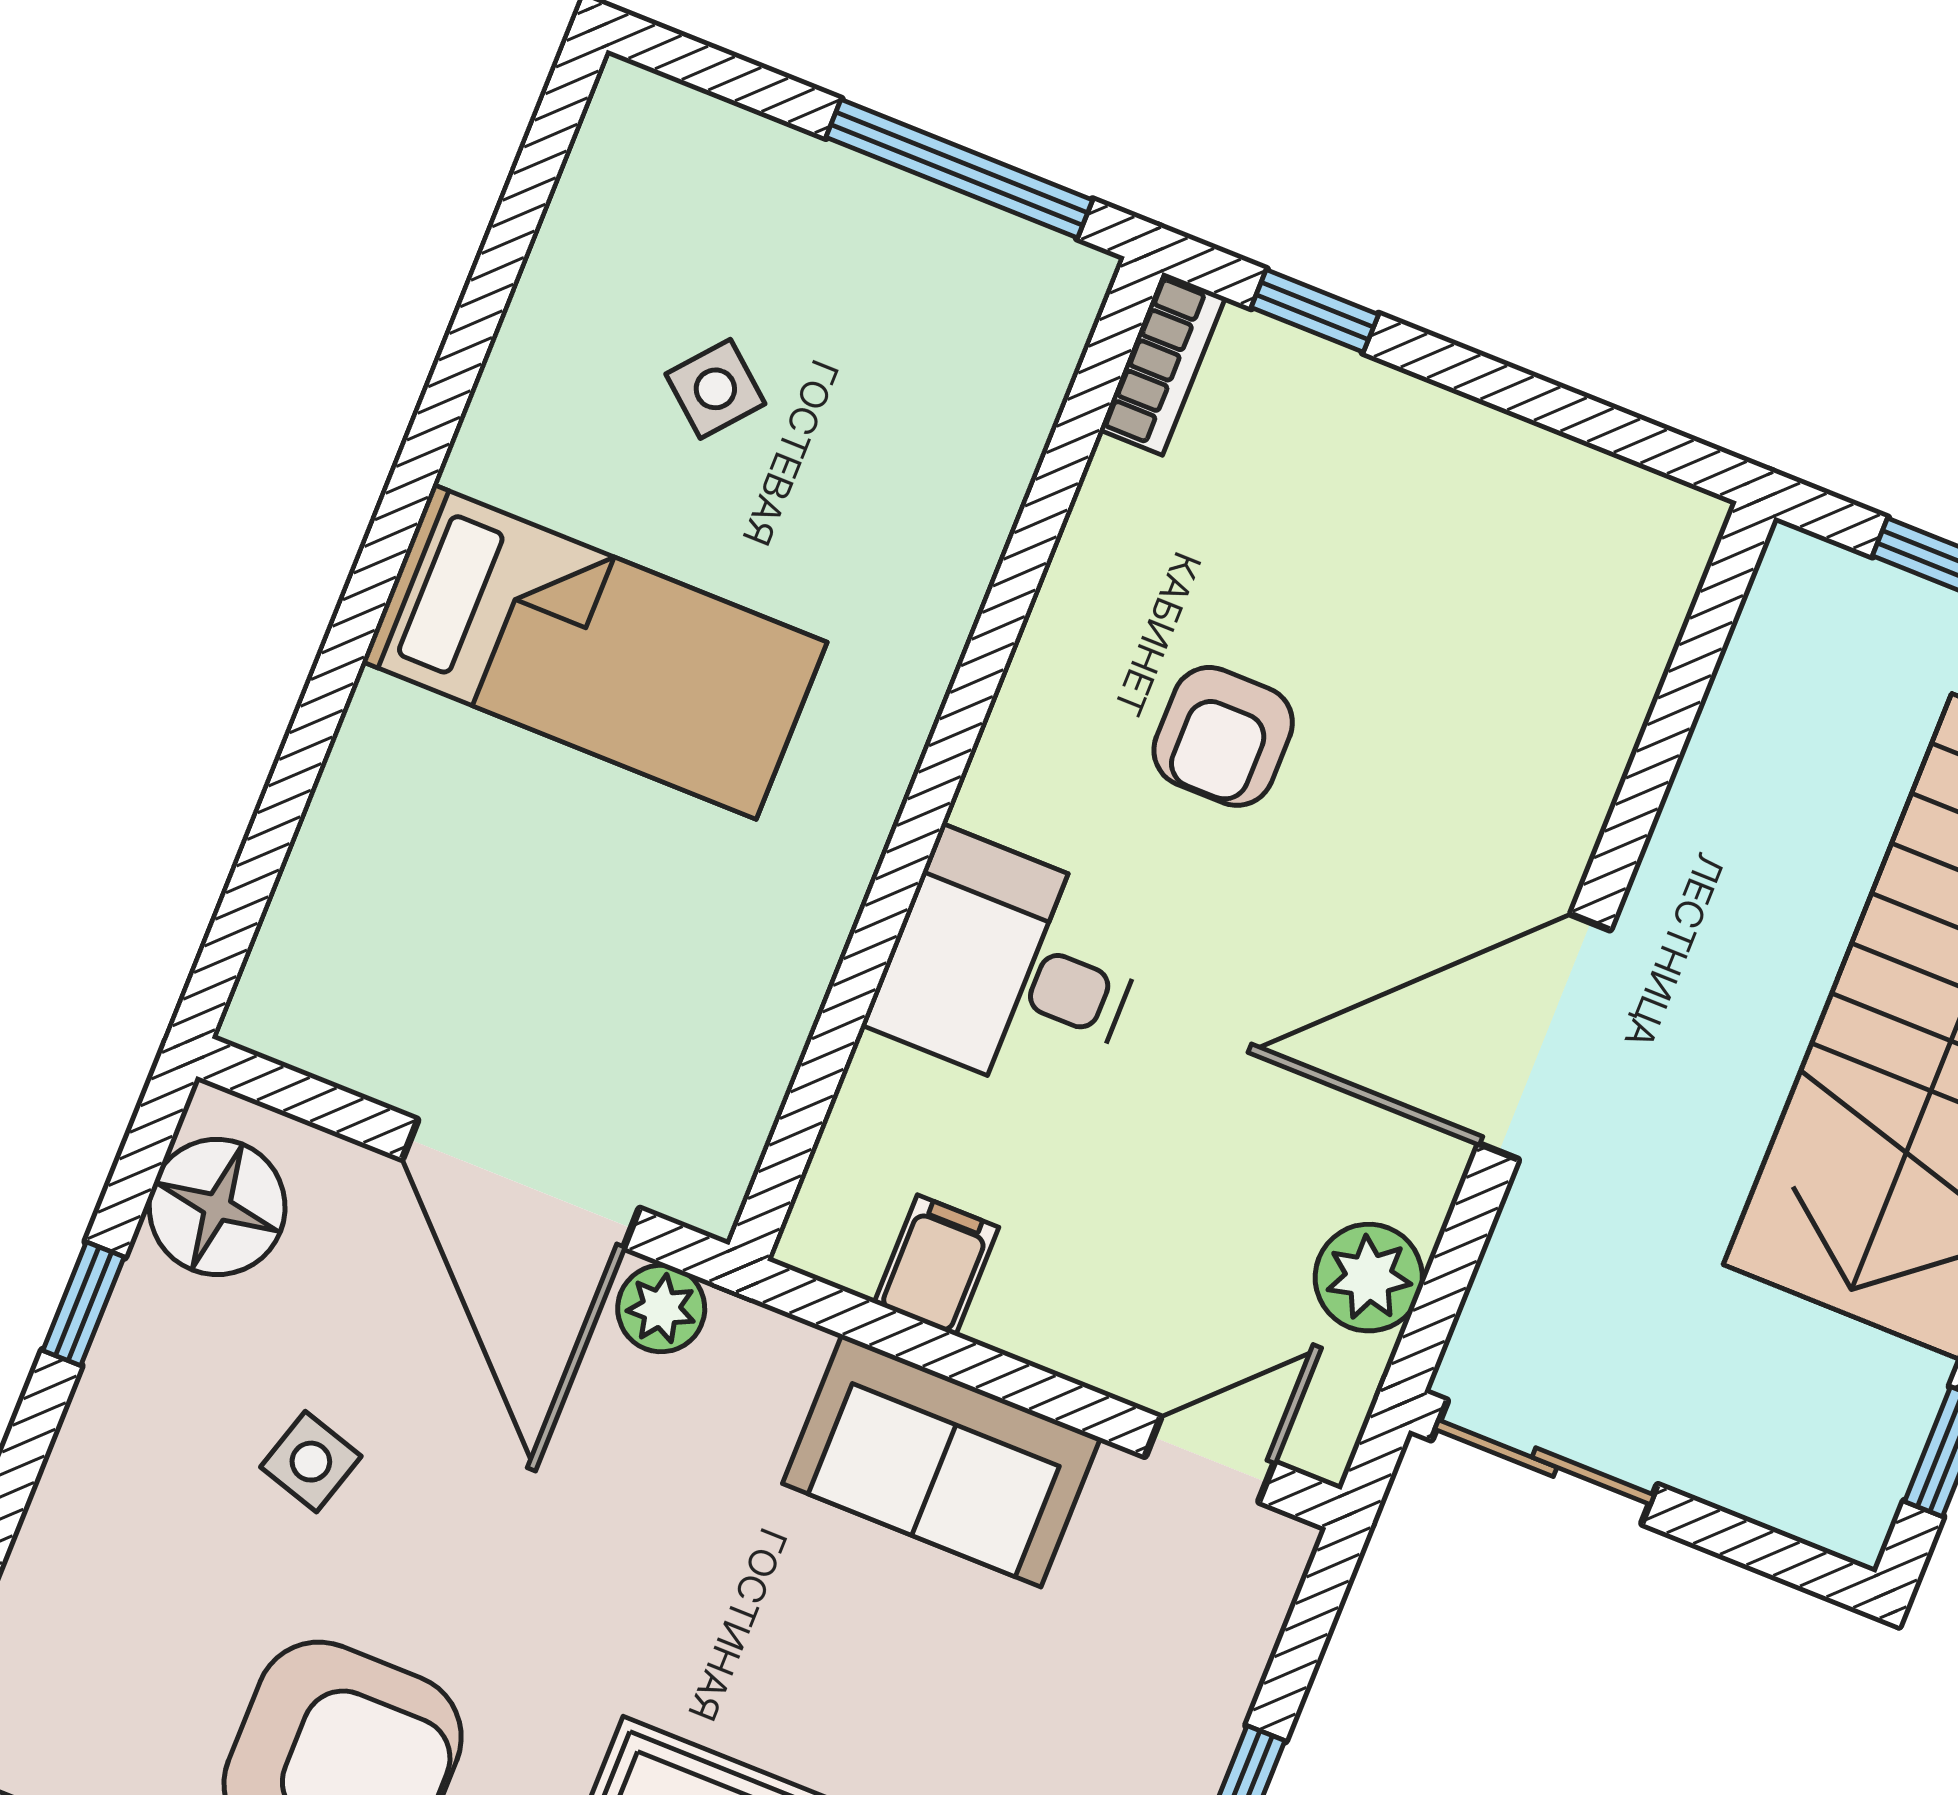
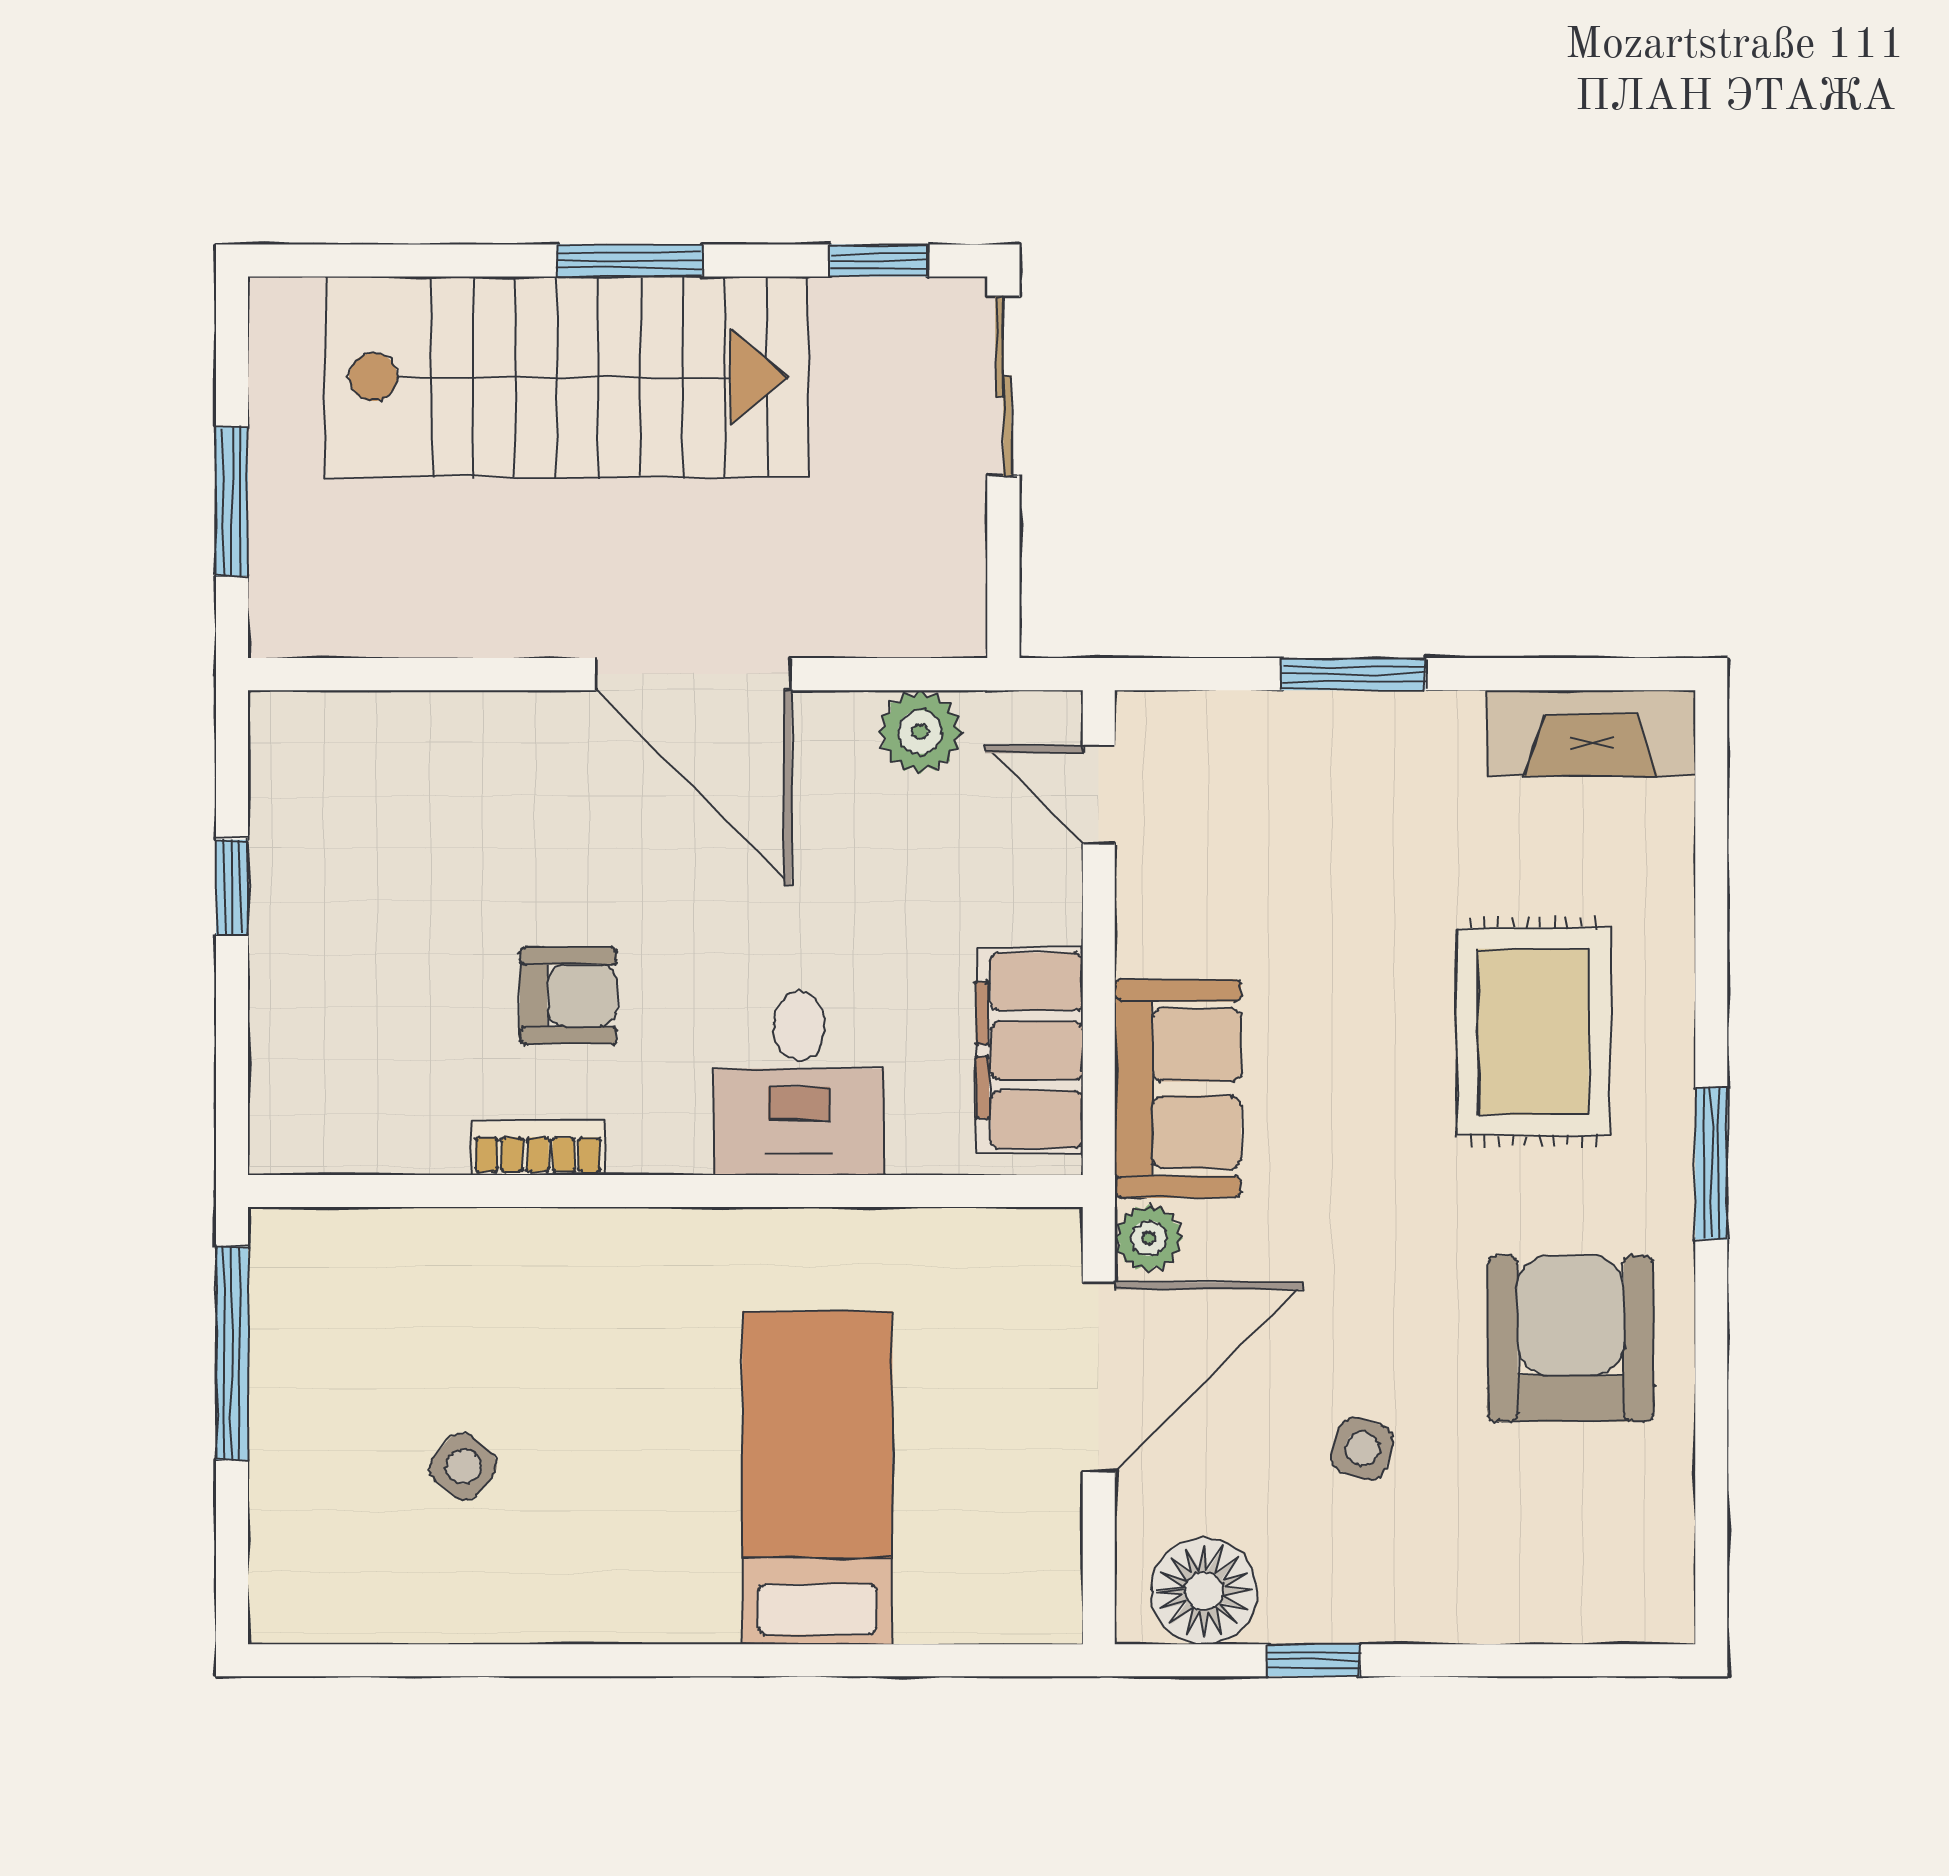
window: (1315, 311) -> (232, 887), moved
bookcase: (1162, 364) -> (538, 1148), moved
bed: (595, 652) -> (817, 1478), moved
filing cabinet: (936, 1265) -> (1029, 1050), width x3.00, depth x1.17
sofa: (942, 1461) -> (1178, 1089), moved
sliding door: (1545, 1462) -> (1003, 386), moved

